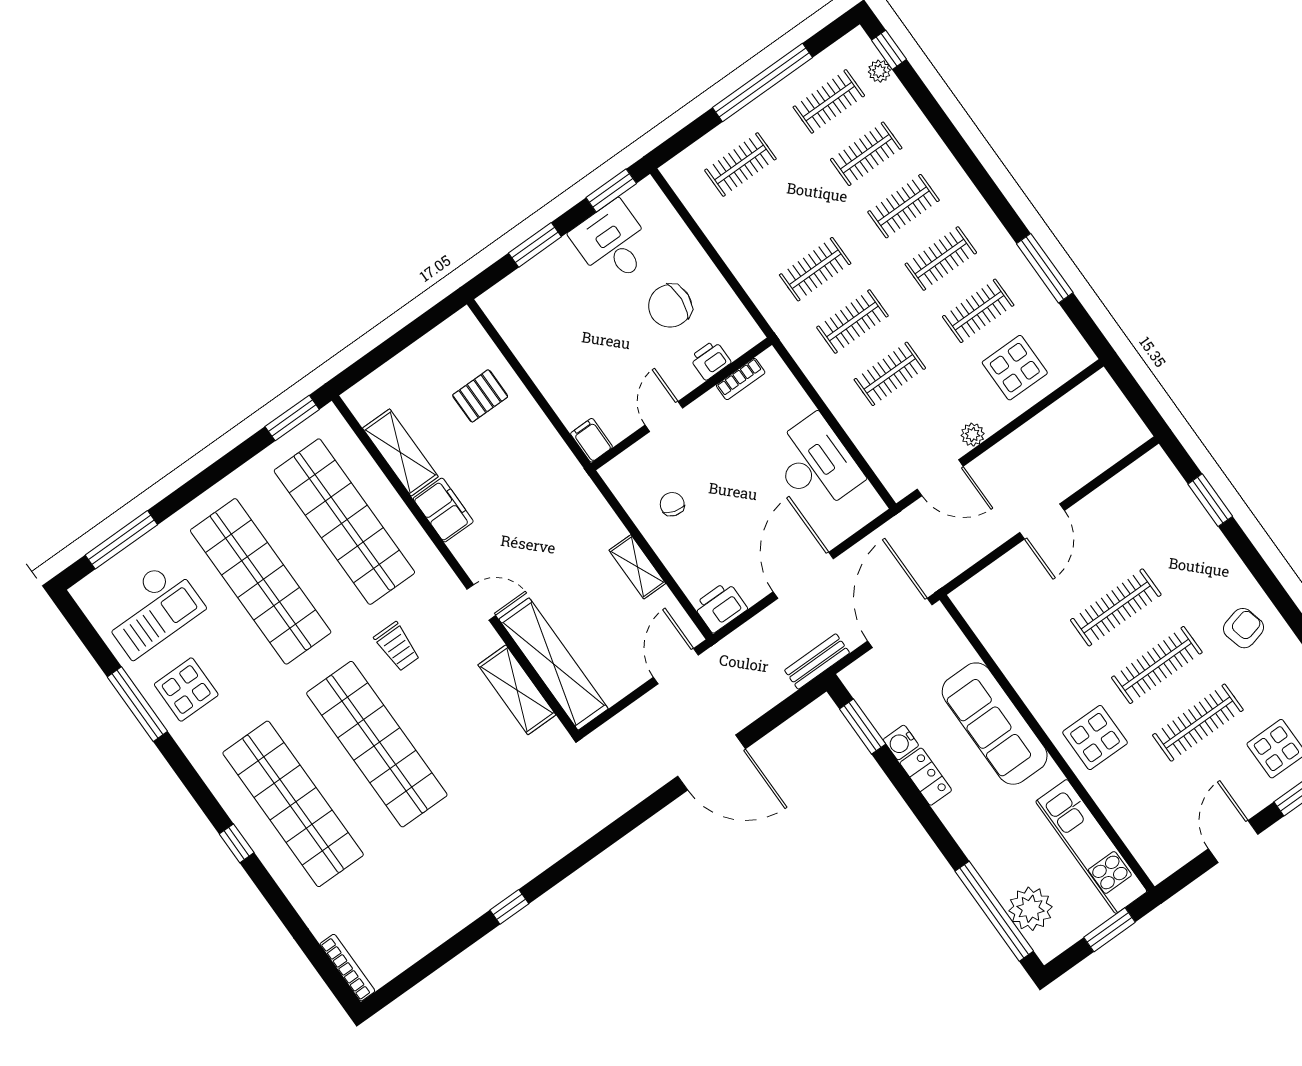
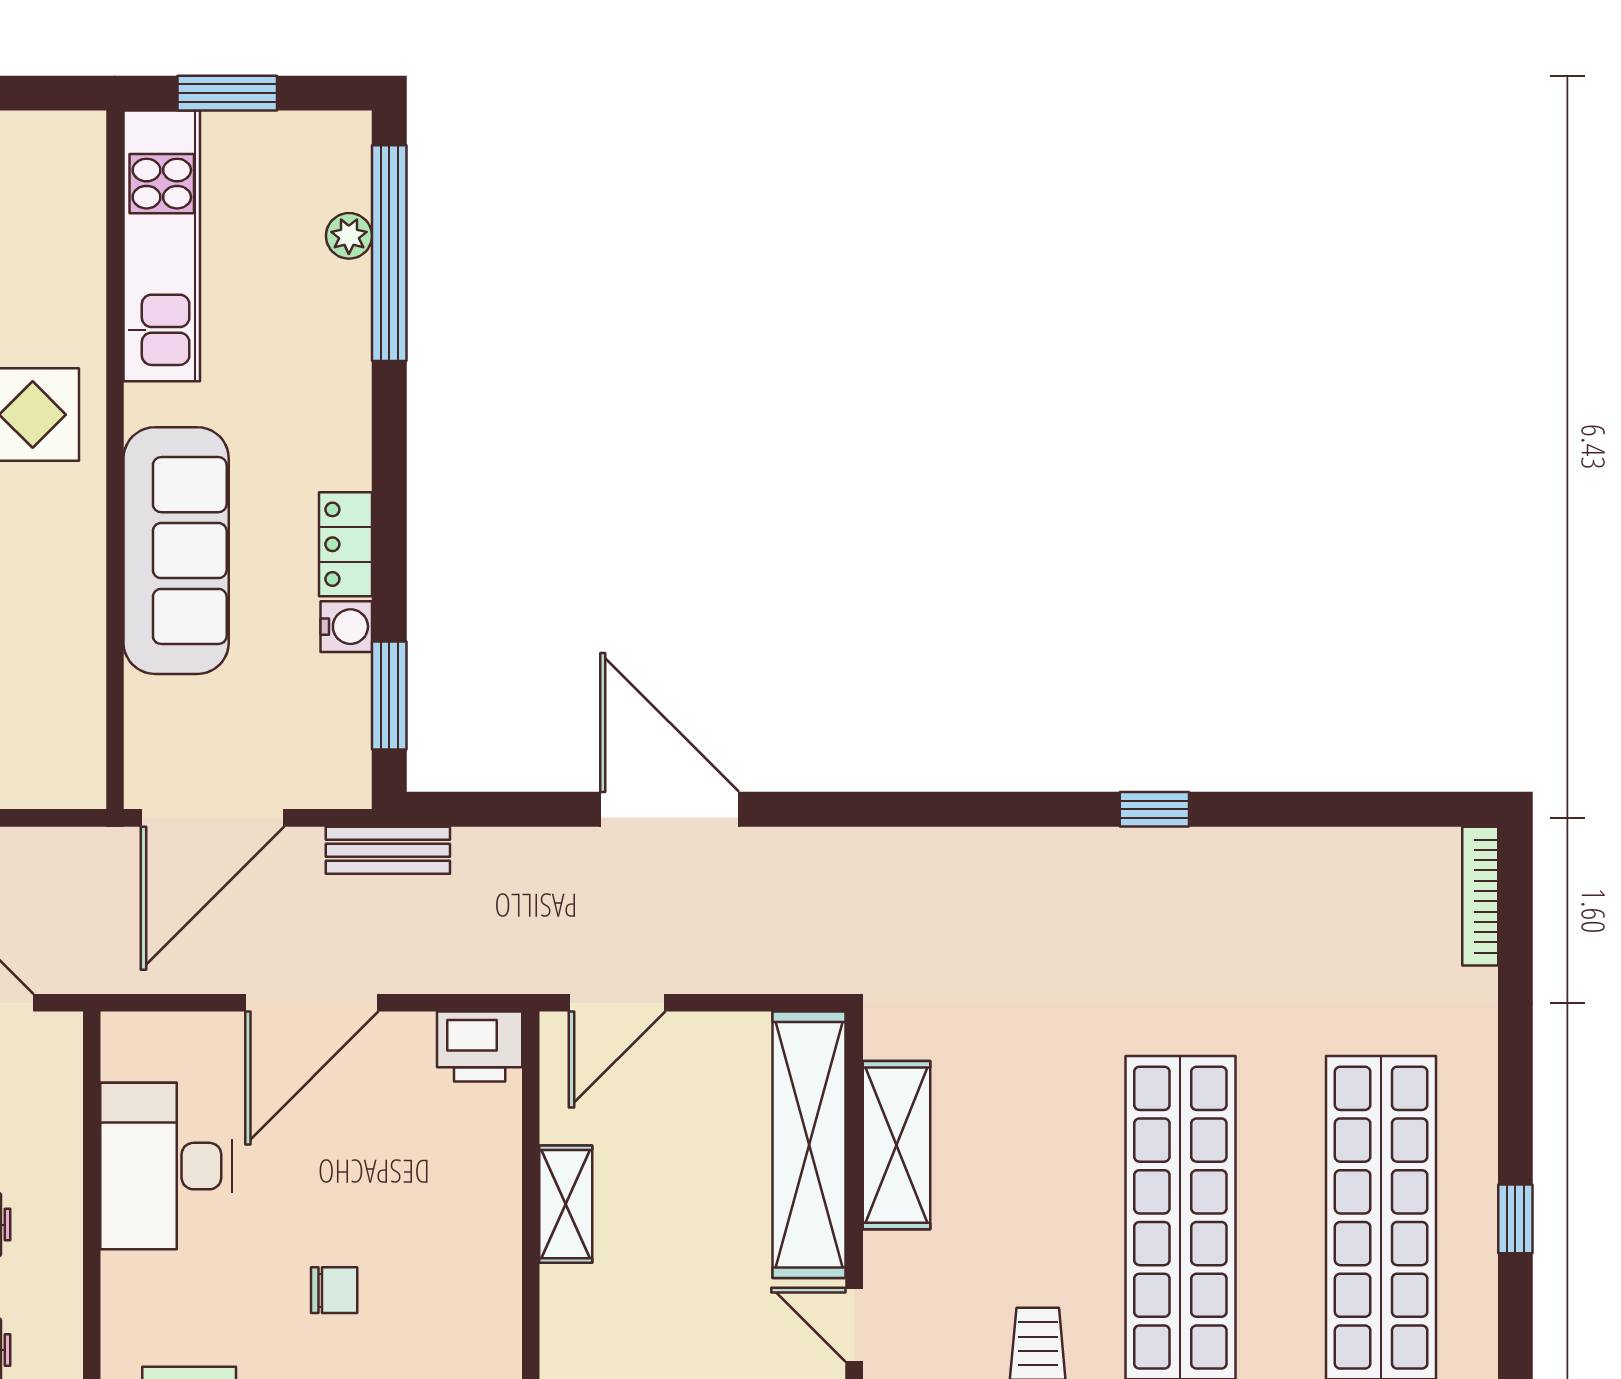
chair: (672, 504) -> (334, 1290), moved, turned -107
plant: (1031, 909) -> (349, 236), width x0.53, depth x0.53

